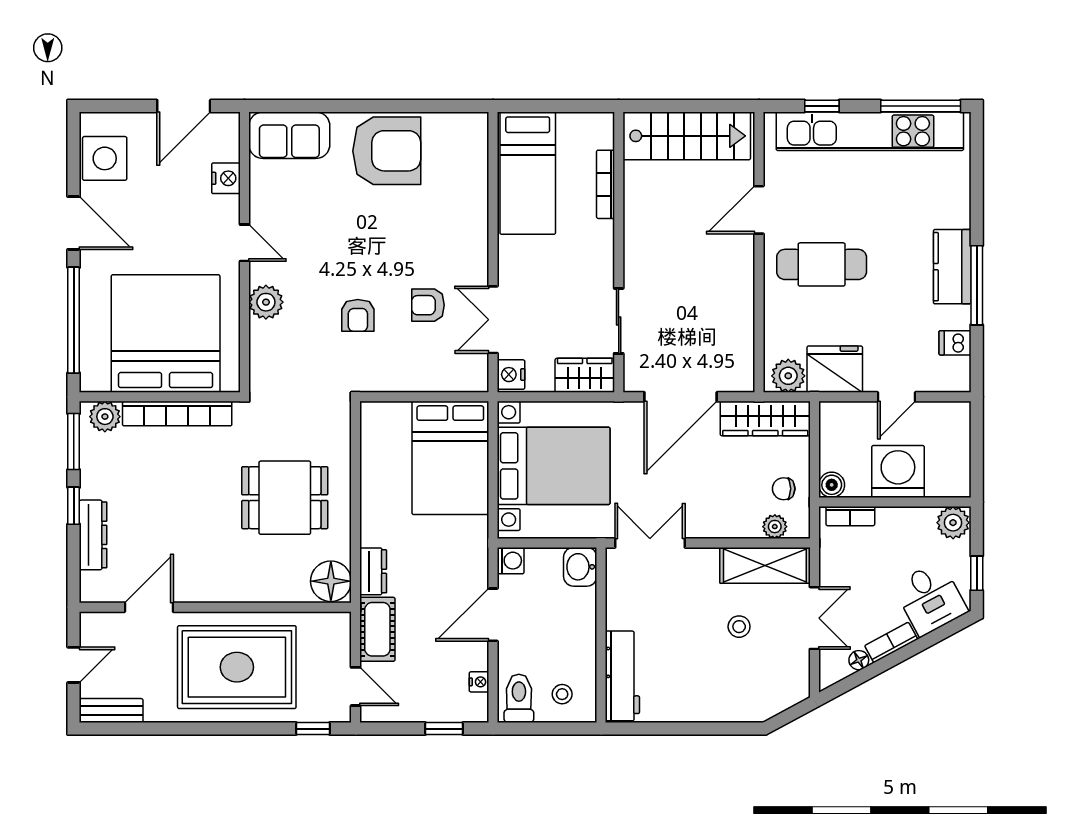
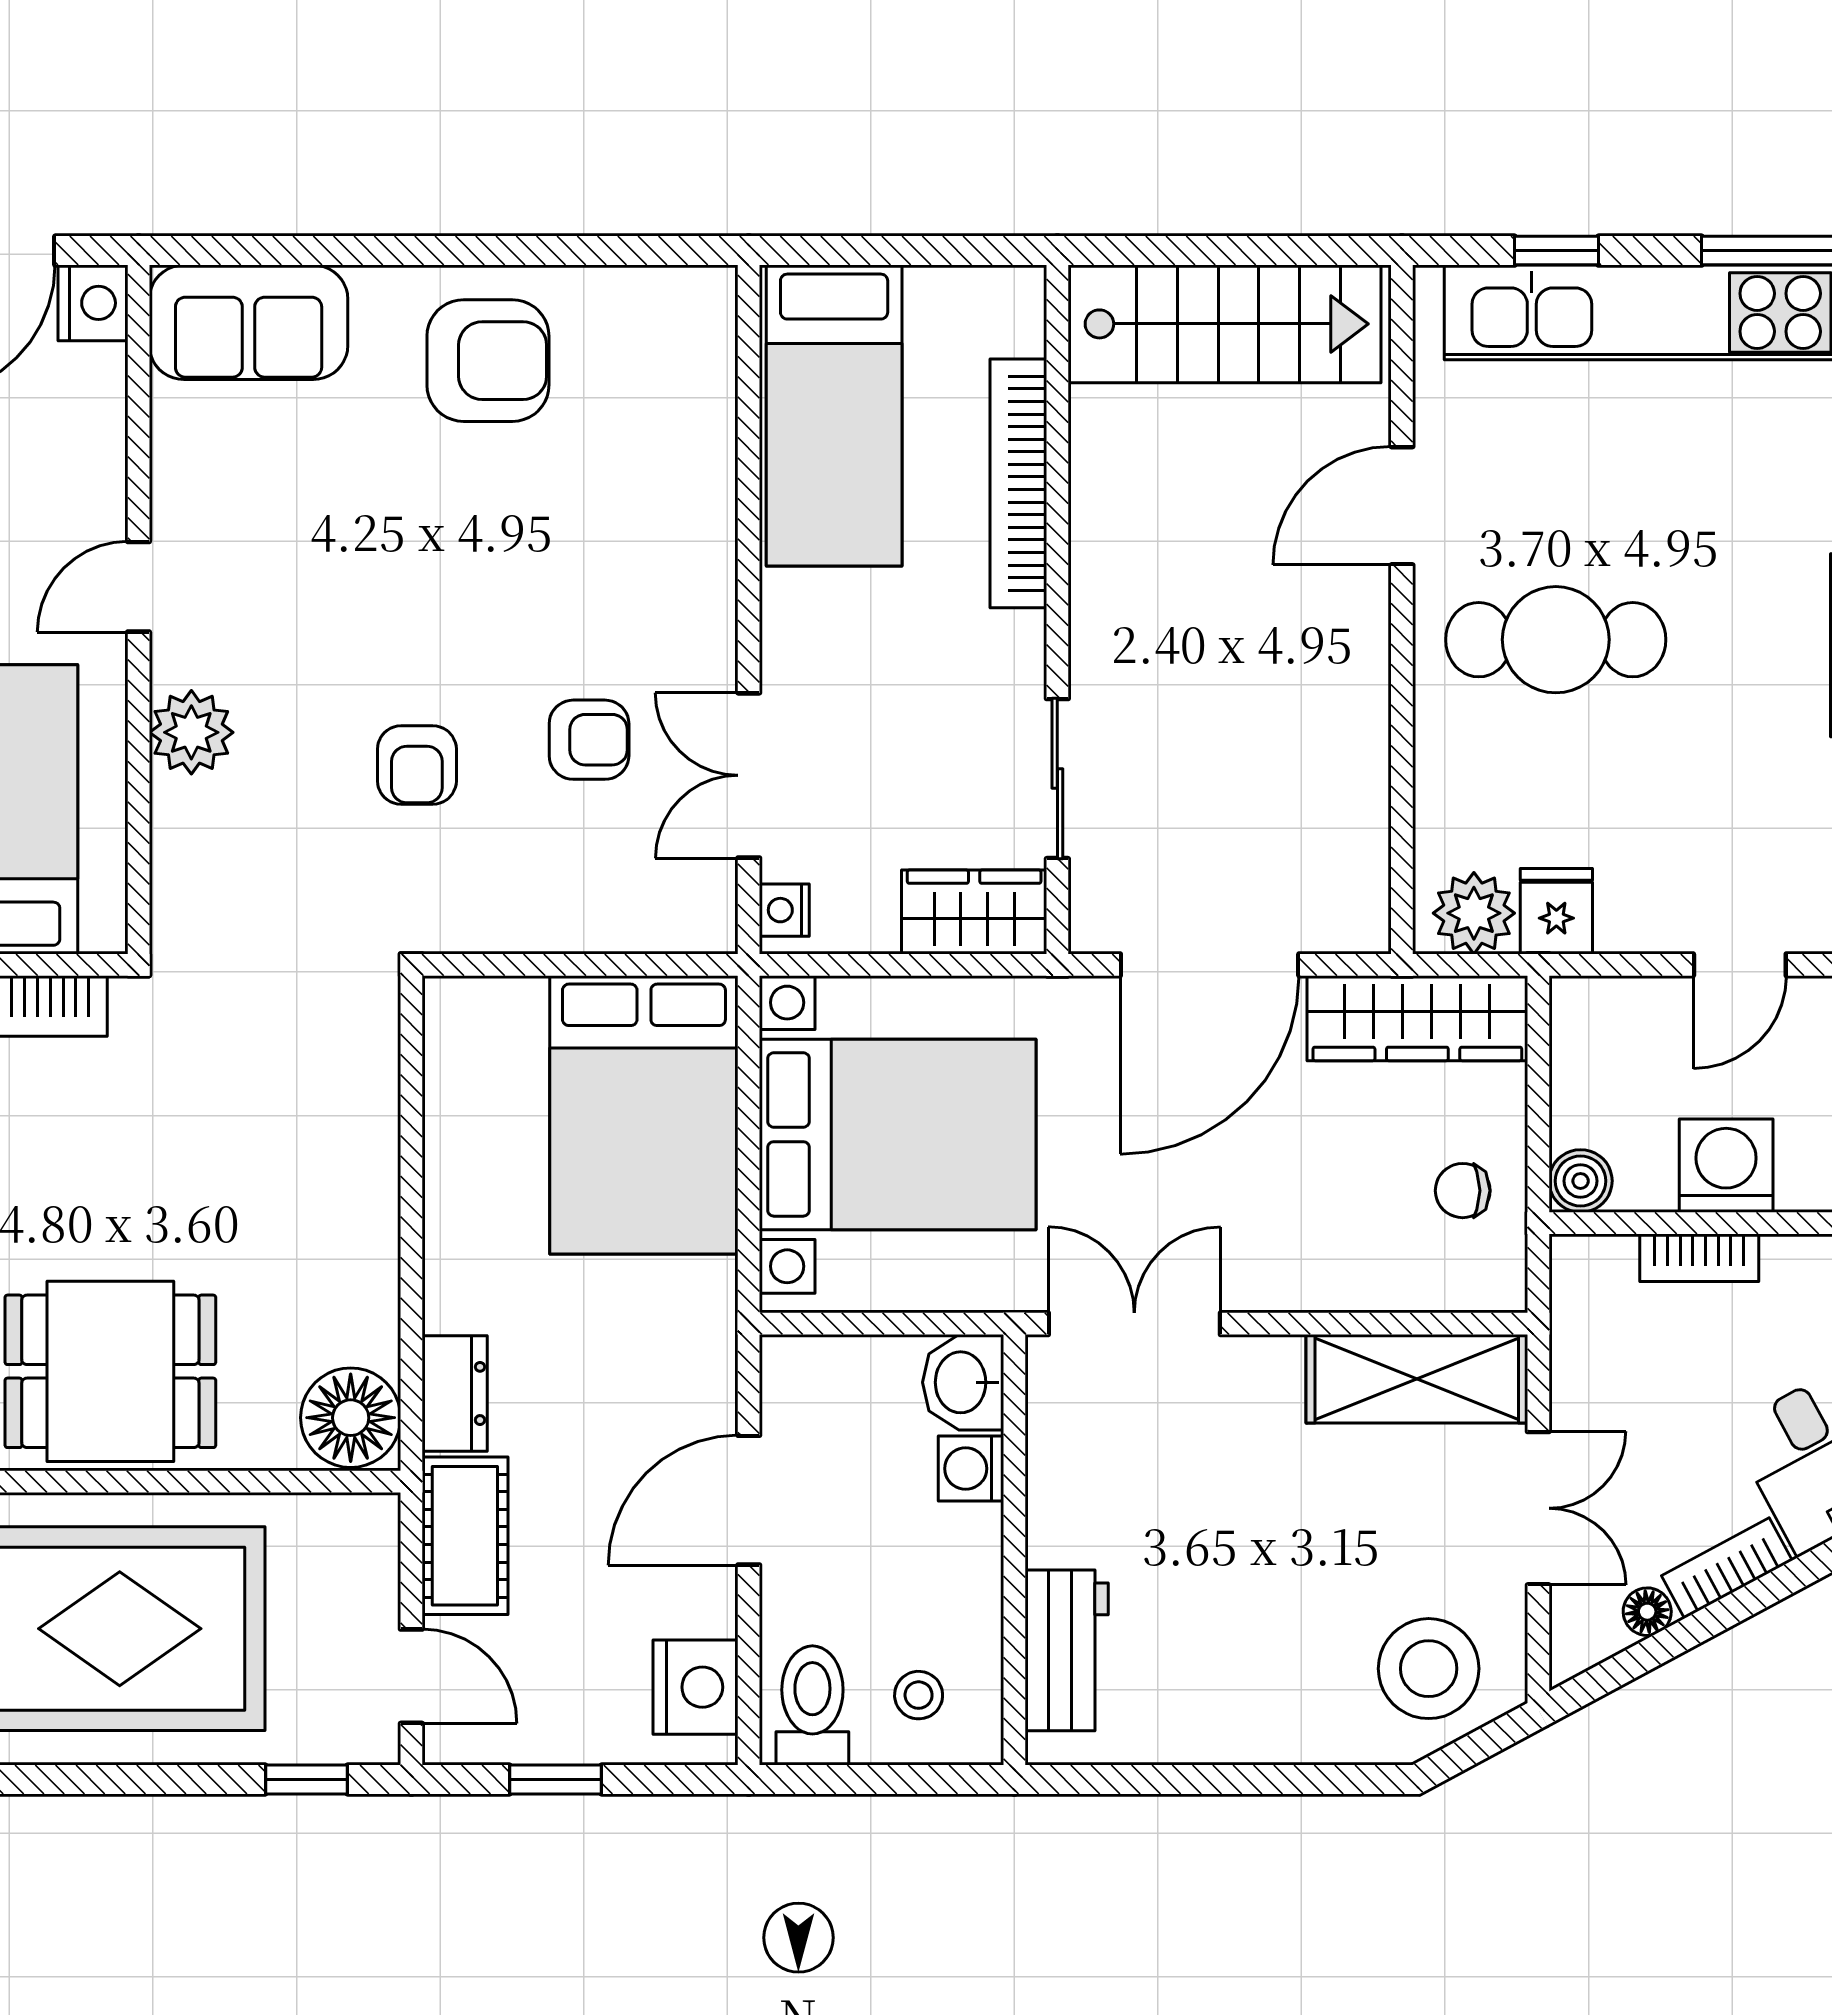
armchair: (387, 151) -> (488, 361), width x0.73, depth x0.73
nightstand: (226, 178) -> (93, 303), moved
bookcase: (605, 184) -> (1018, 483), width x1.48, depth x1.31
door: (245, 243) -> (139, 587), swing flipped
armchair: (428, 305) -> (589, 740), turned 180
fridge: (835, 369) -> (1556, 911), width x0.53, depth x0.75
nightstand: (511, 375) -> (784, 910), width x0.72, depth x0.74
washing machine: (898, 472) -> (1726, 1166), width x0.73, depth x0.73
dining table: (285, 498) -> (110, 1371), moved
bookcase: (850, 516) -> (1699, 1258), moved
plant: (775, 527) -> (1441, 1283), removed
washing machine: (511, 561) -> (971, 1469), moved, turned 180
stool: (739, 627) -> (1429, 1669), moved, width x1.89, depth x1.89
workbench: (622, 676) -> (1067, 1650), width x0.73
nightstand: (479, 682) -> (696, 1687), width x1.89, depth x1.79
window: (444, 729) -> (556, 1780), moved

